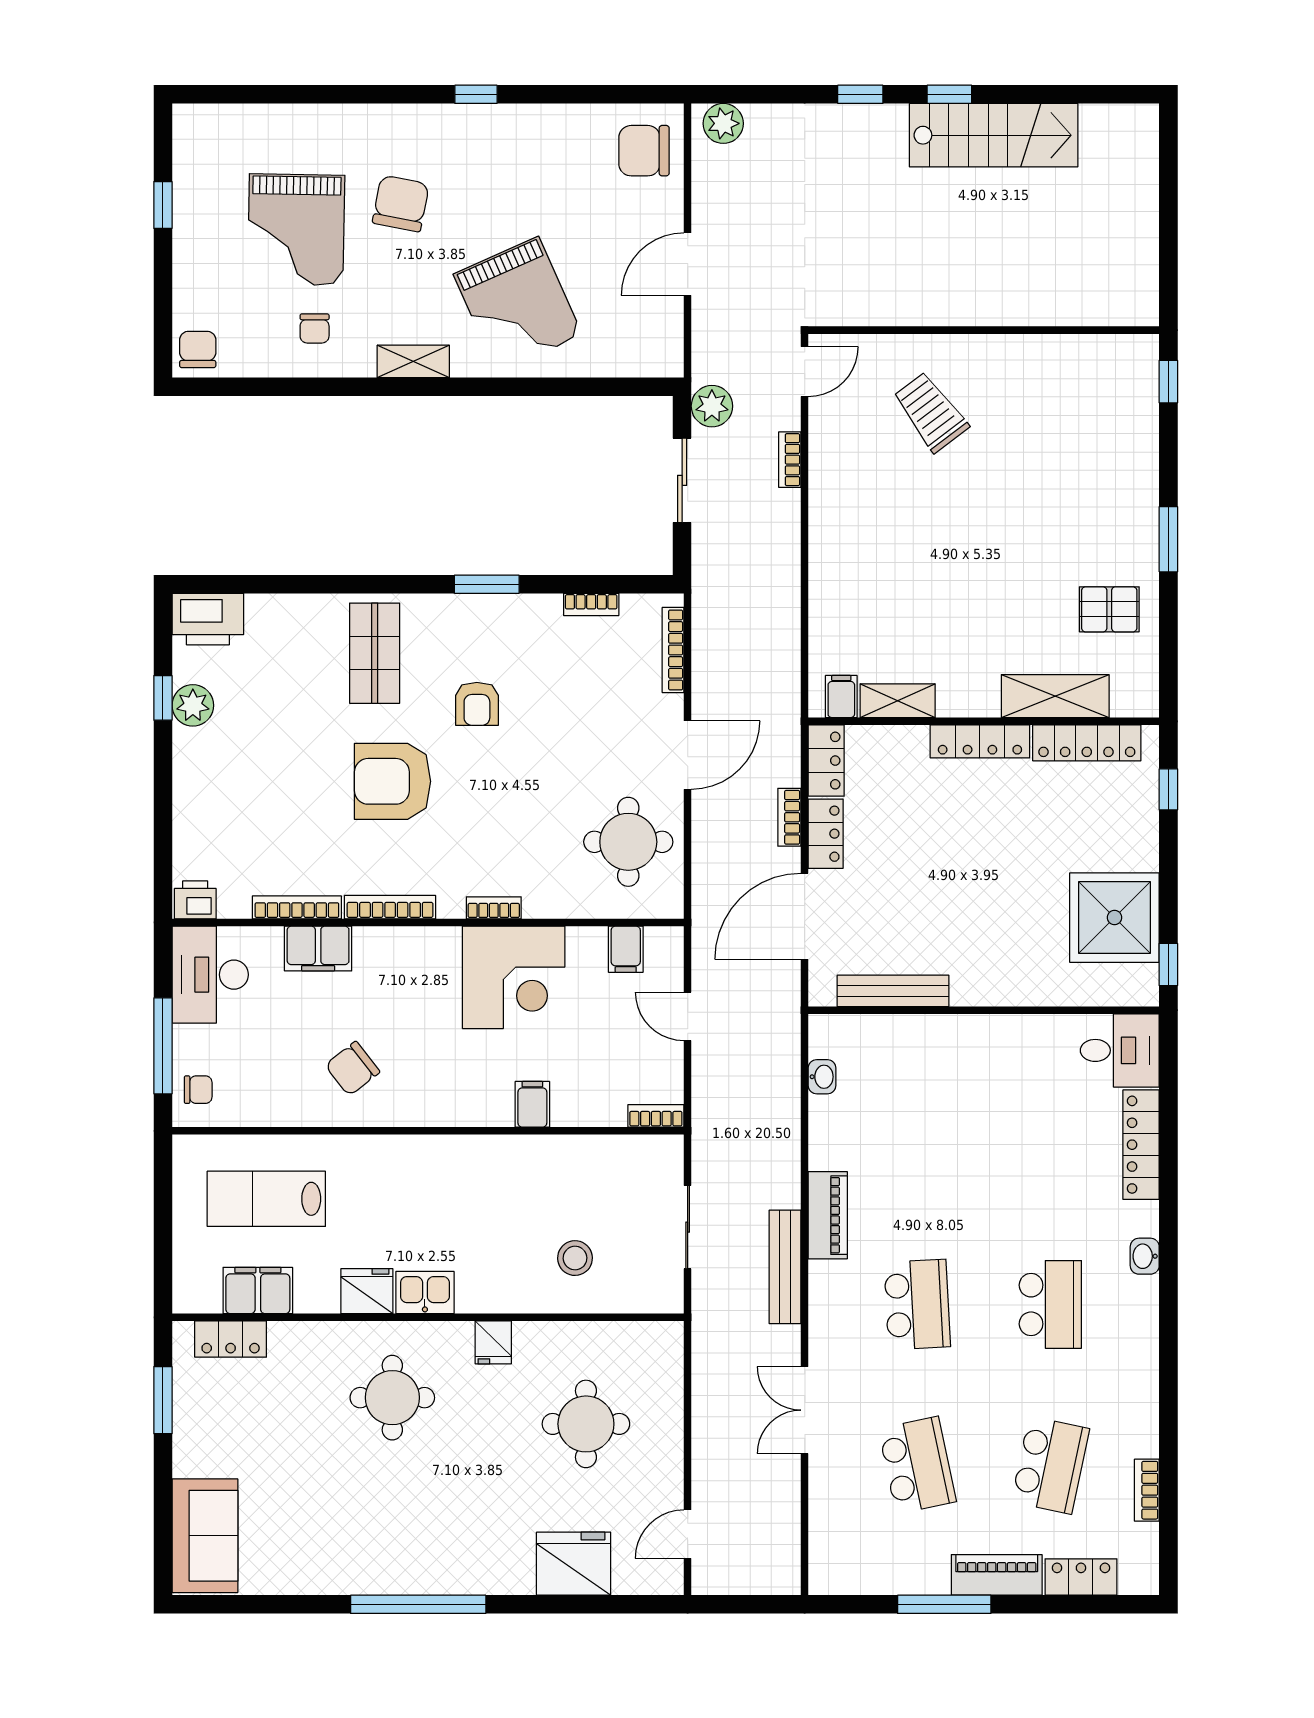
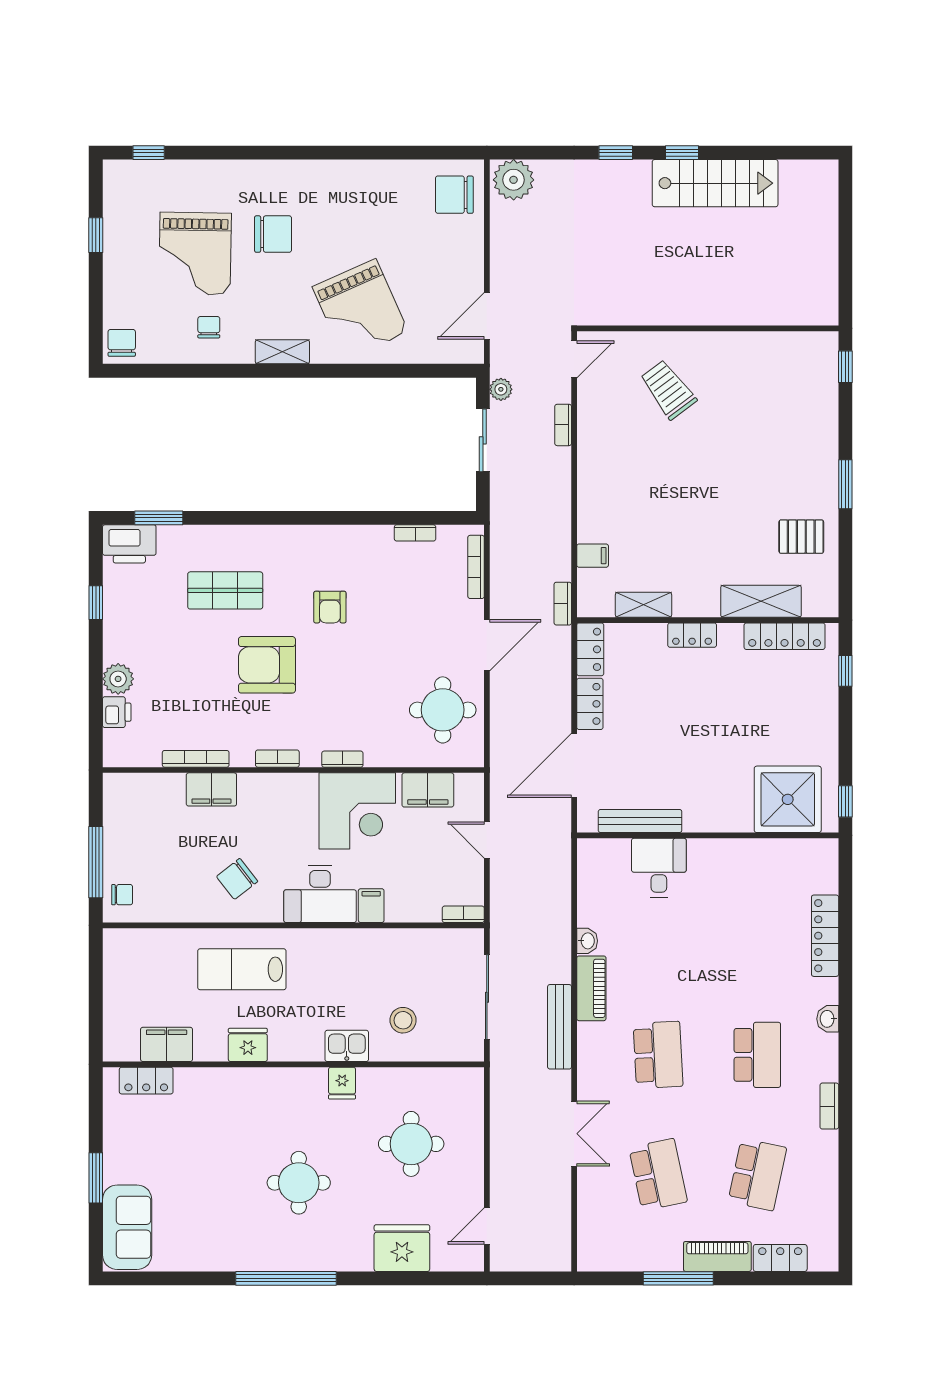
window: (476, 94) -> (149, 153), moved
plant: (723, 123) -> (514, 180), width x1.36, depth x1.36
chair: (401, 204) -> (273, 234), turned 79
door: (688, 264) -> (487, 316), moved
chair: (315, 328) -> (209, 327), turned 180
plant: (712, 406) -> (501, 389), width x0.73, depth x0.73
window: (487, 584) -> (159, 518), moved
shop shelf: (375, 653) -> (225, 590), moved, turned 90
filing cabinet: (841, 697) -> (593, 556), moved, turned 90
plant: (193, 705) -> (118, 679), moved
locker: (980, 741) -> (692, 635), width x0.66
bookcase: (789, 817) -> (563, 604), moved
printer: (195, 900) -> (117, 712), moved, turned 90
bookcase: (390, 907) -> (277, 759), width x0.64
shower: (1114, 918) -> (788, 799), moved
filing cabinet: (626, 949) -> (428, 790), width x2.00
desk: (210, 975) -> (320, 894), moved, turned -90
desk: (1120, 1050) -> (659, 868), moved, turned -90
washbasin: (822, 1077) -> (587, 941), moved
lab bench: (266, 1199) -> (242, 969), moved
sliding door: (688, 1227) -> (487, 997), width x1.37
kitchen sink: (425, 1293) -> (347, 1046), moved
round table: (392, 1398) -> (299, 1183), moved
window: (163, 1400) -> (96, 1178), moved
double door: (805, 1410) -> (574, 1134), swing flipped
bookcase: (1147, 1490) -> (829, 1106), moved

